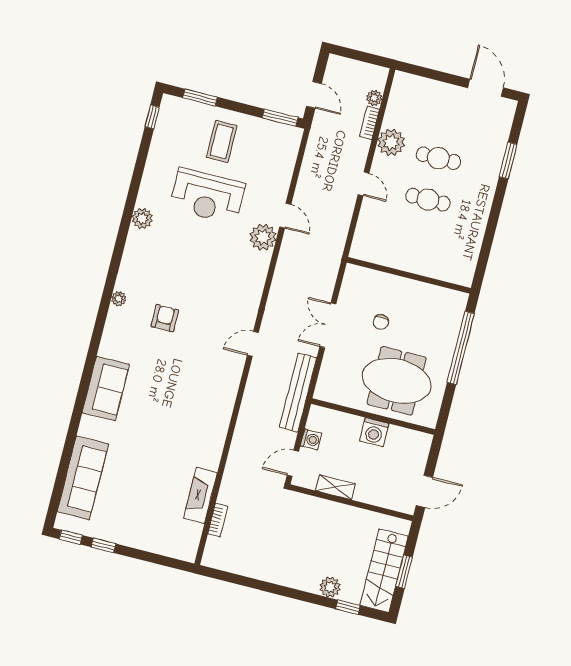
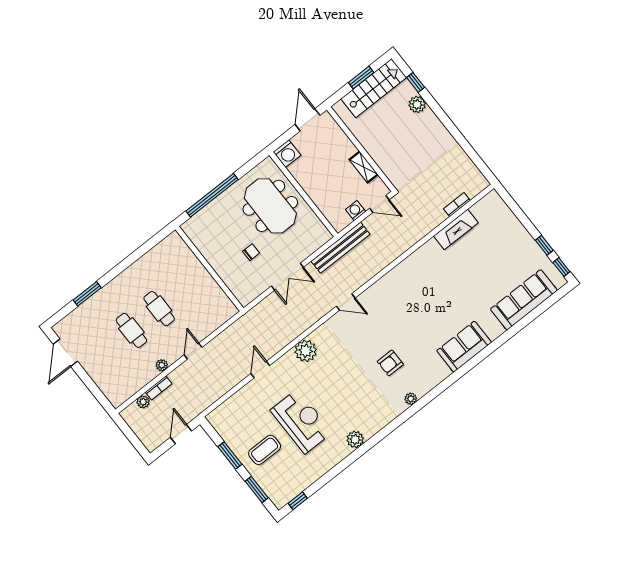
window: (280, 118) -> (230, 456), moved
plant: (391, 142) -> (162, 365), width x0.53, depth x0.53
plant: (263, 237) -> (306, 351), moved
washing machine: (374, 432) -> (287, 154), moved, turned 90
door: (424, 491) -> (308, 120), hinge flipped

